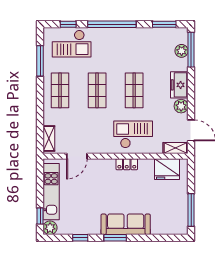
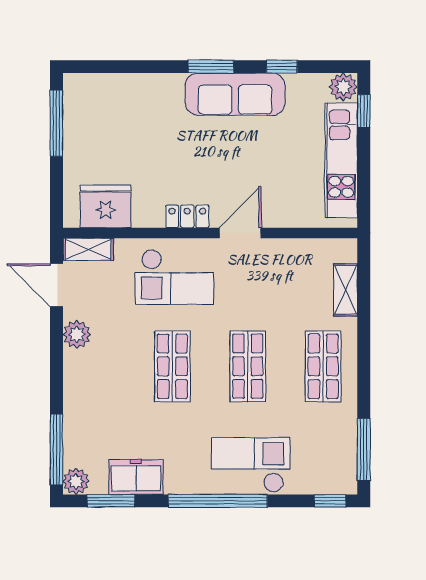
window: (68, 24) -> (330, 501), moved
checkout: (72, 44) -> (251, 465), moved
plant: (182, 51) -> (76, 481), moved
window: (40, 61) -> (364, 450), moved
freezer: (179, 85) -> (136, 477), moved, turned -90
shelving: (49, 138) -> (346, 290), moved
door: (77, 156) -> (240, 233), moved
sofa: (126, 224) -> (235, 94), moved

